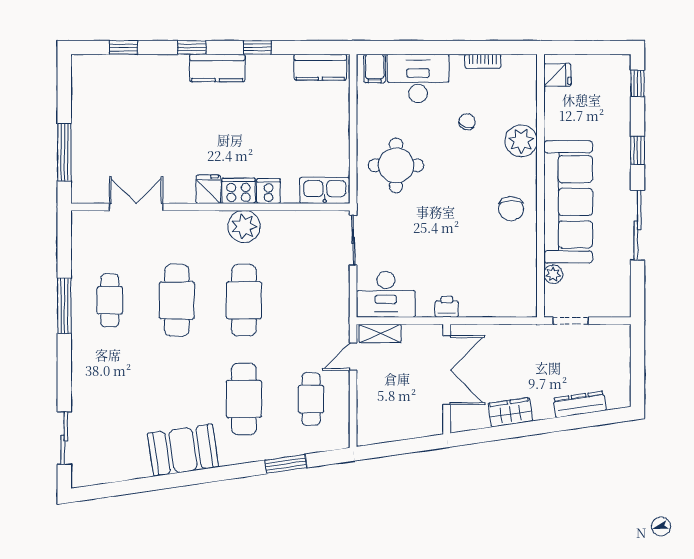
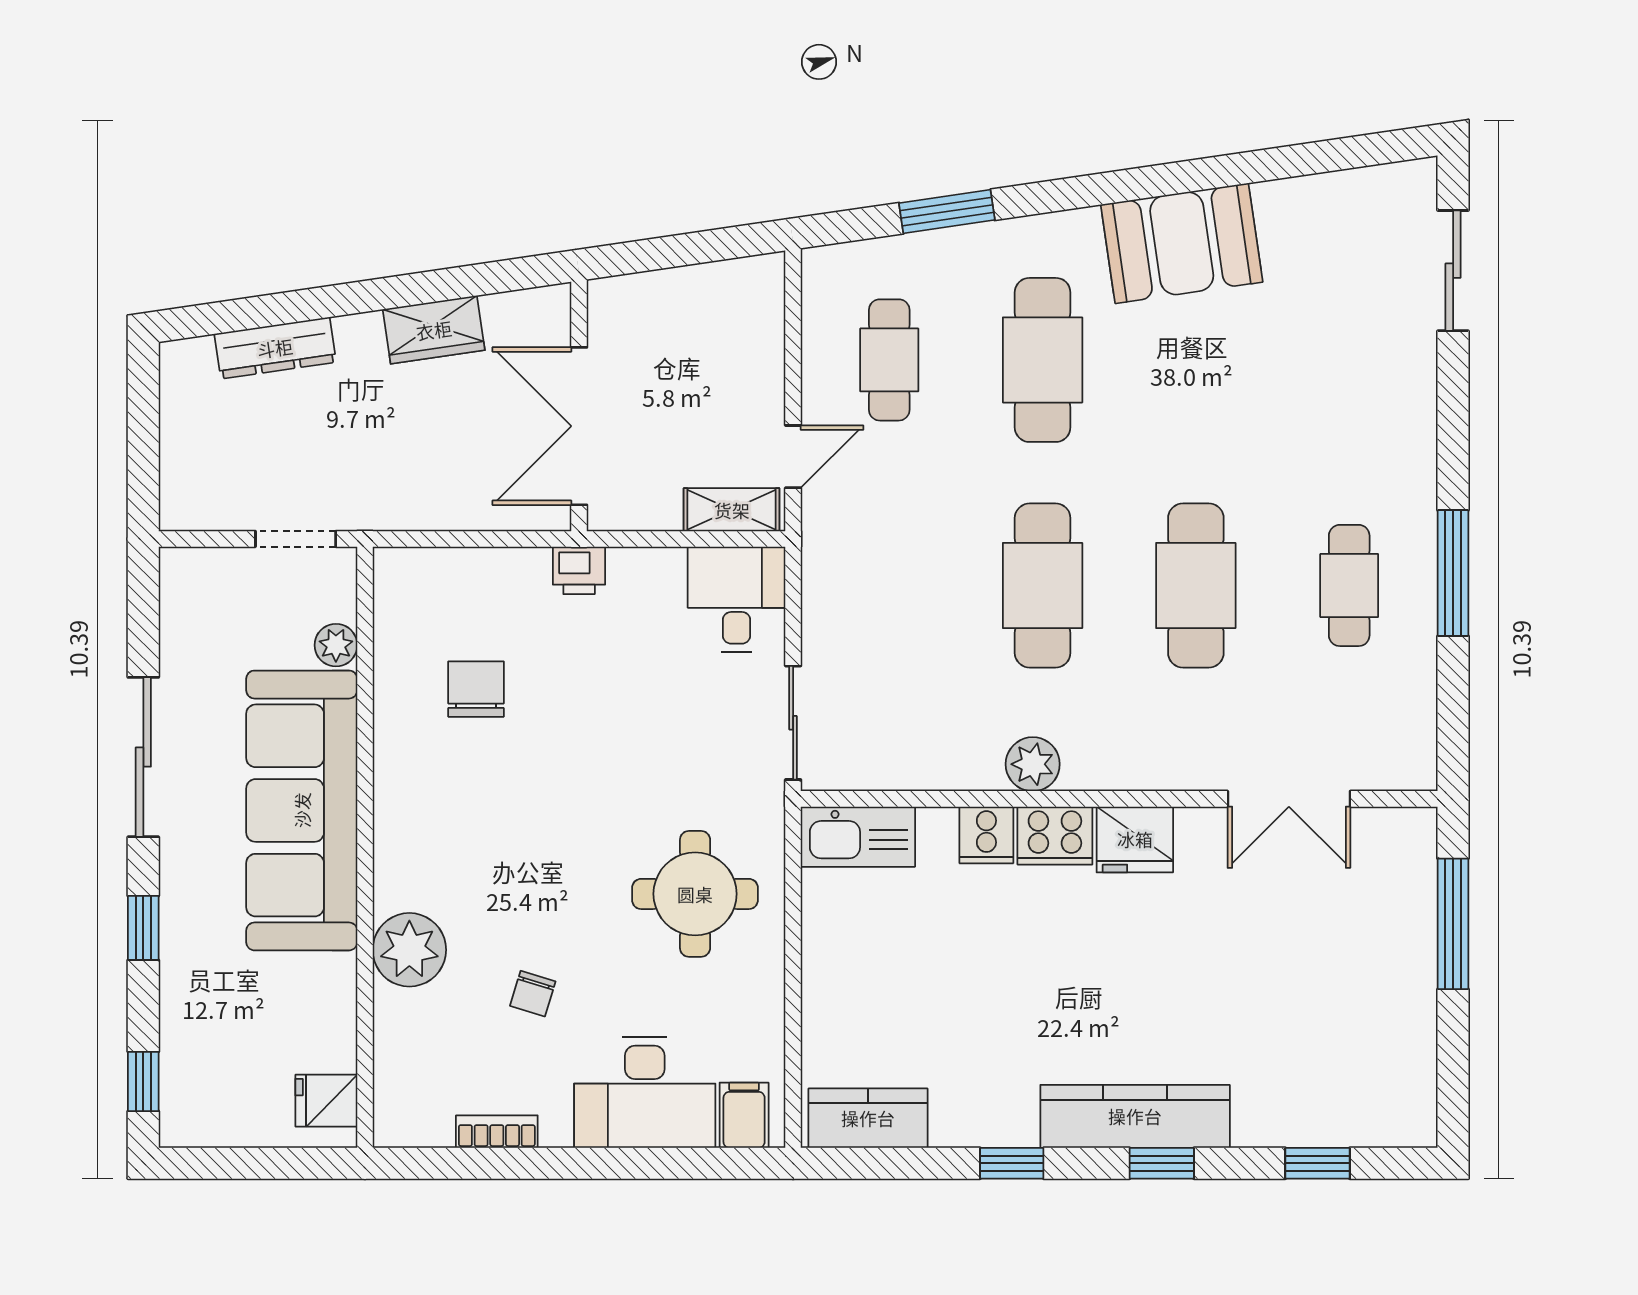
kitchen counter: (217, 68) -> (1135, 1116), width x1.50
fridge: (208, 189) -> (1135, 839), width x1.38
chair: (511, 209) -> (476, 689), moved
plant: (244, 226) -> (1033, 764), width x0.73, depth x0.73
desk: (386, 294) -> (737, 599), width x0.73

